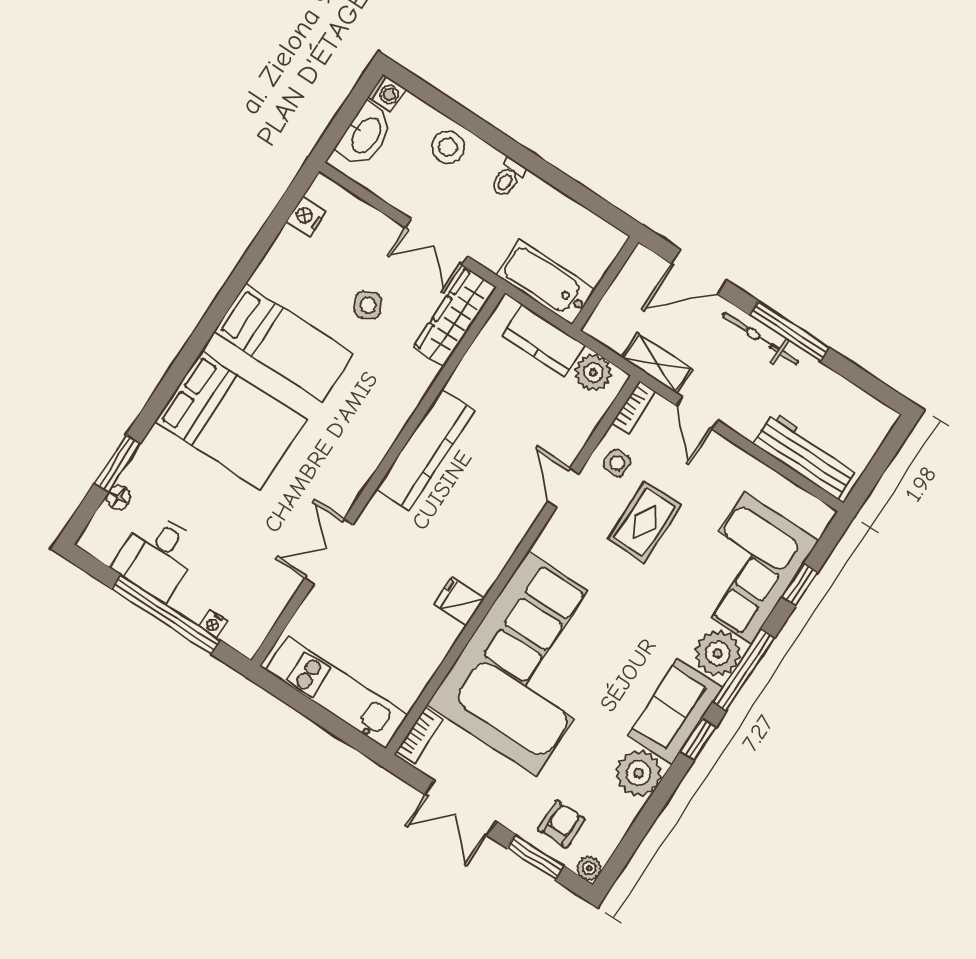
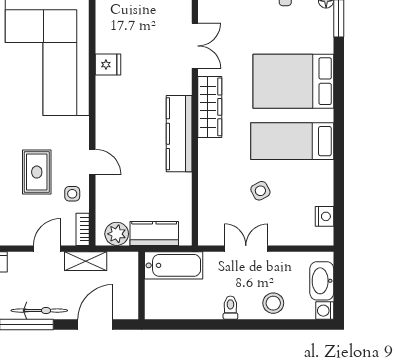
wardrobe: (455, 317) -> (210, 107), moved
door: (697, 413) -> (47, 249), hinge flipped

